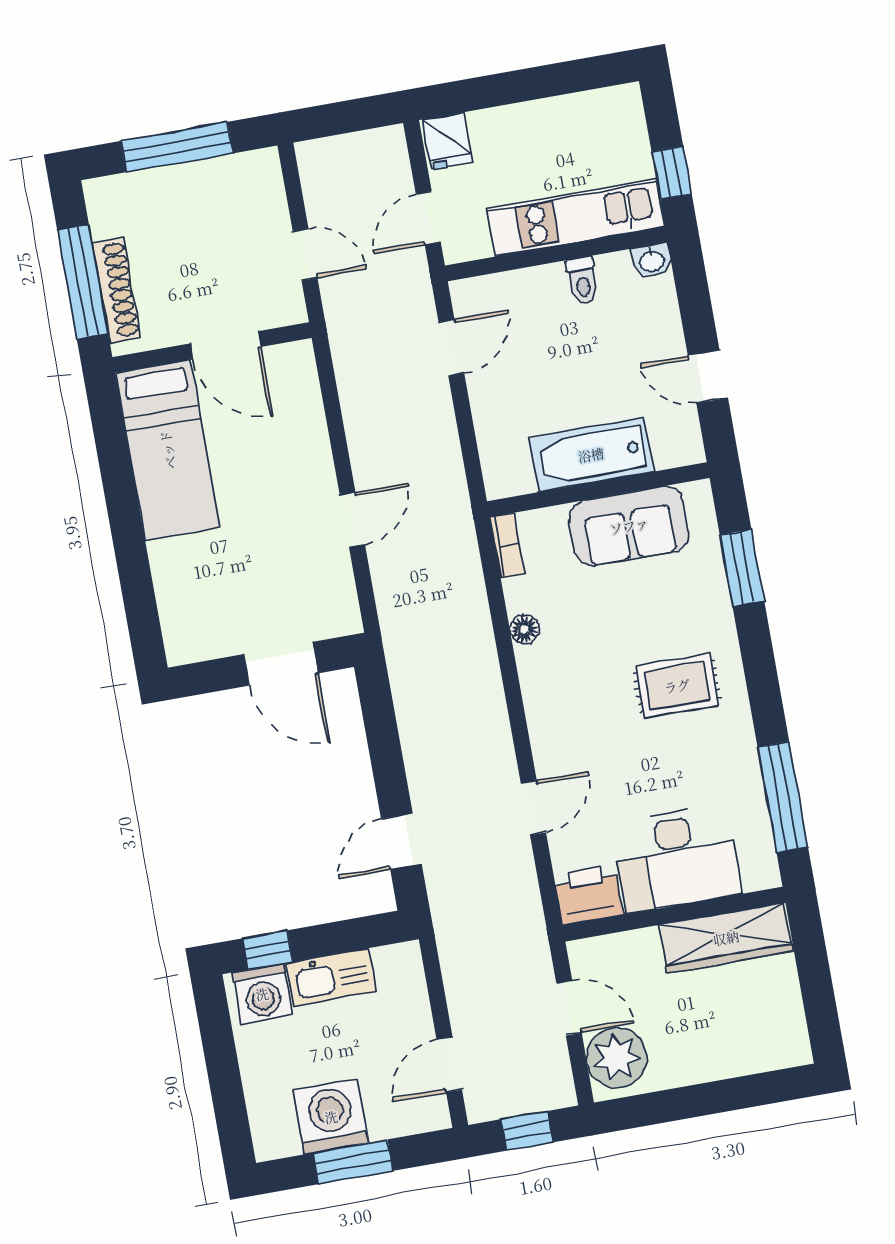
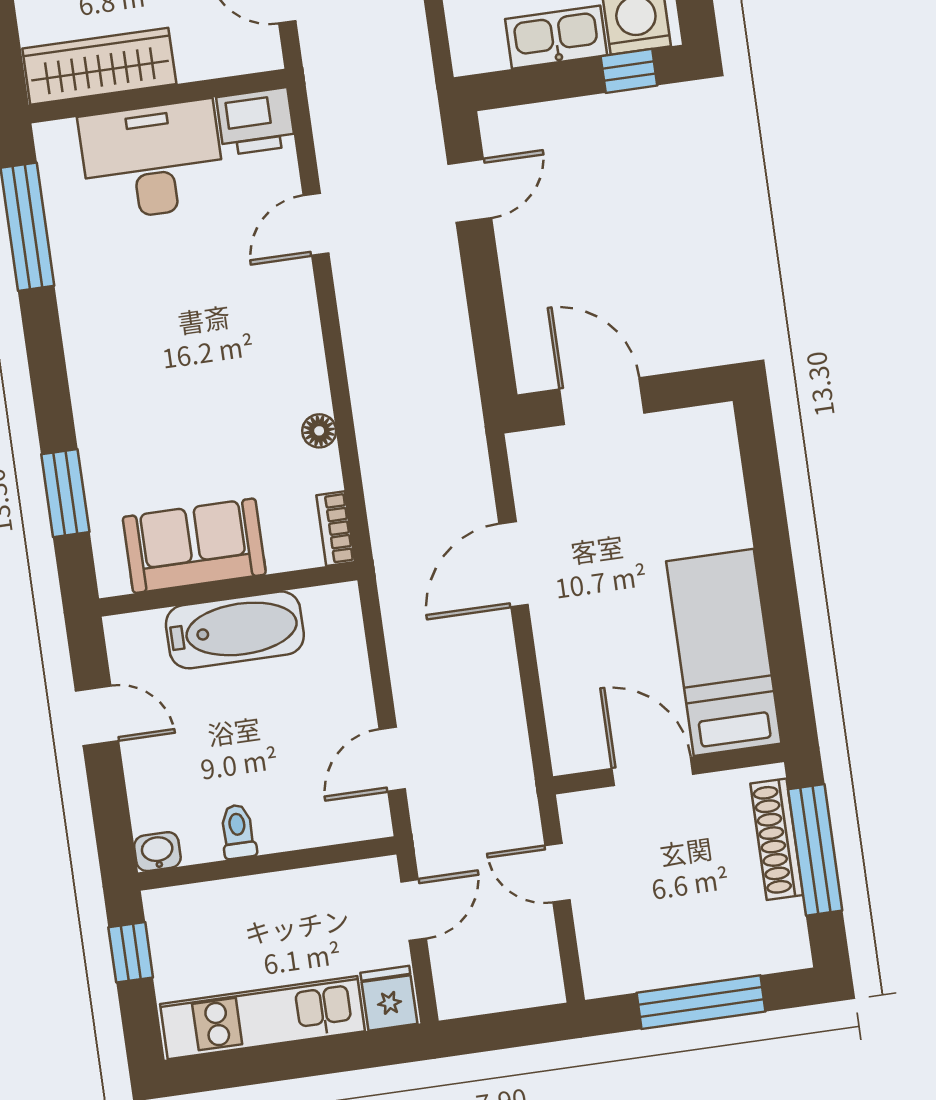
kitchen unit: (576, 218) -> (262, 1018), moved, turned 180
door: (352, 520) -> (514, 564), width x1.38
rug: (677, 686) -> (145, 360), removed

